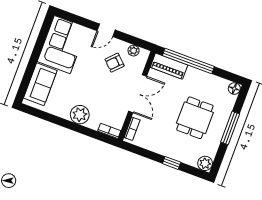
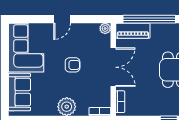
plant: (134, 51) -> (105, 28), moved
armchair: (115, 63) -> (73, 65), moved, turned -134

